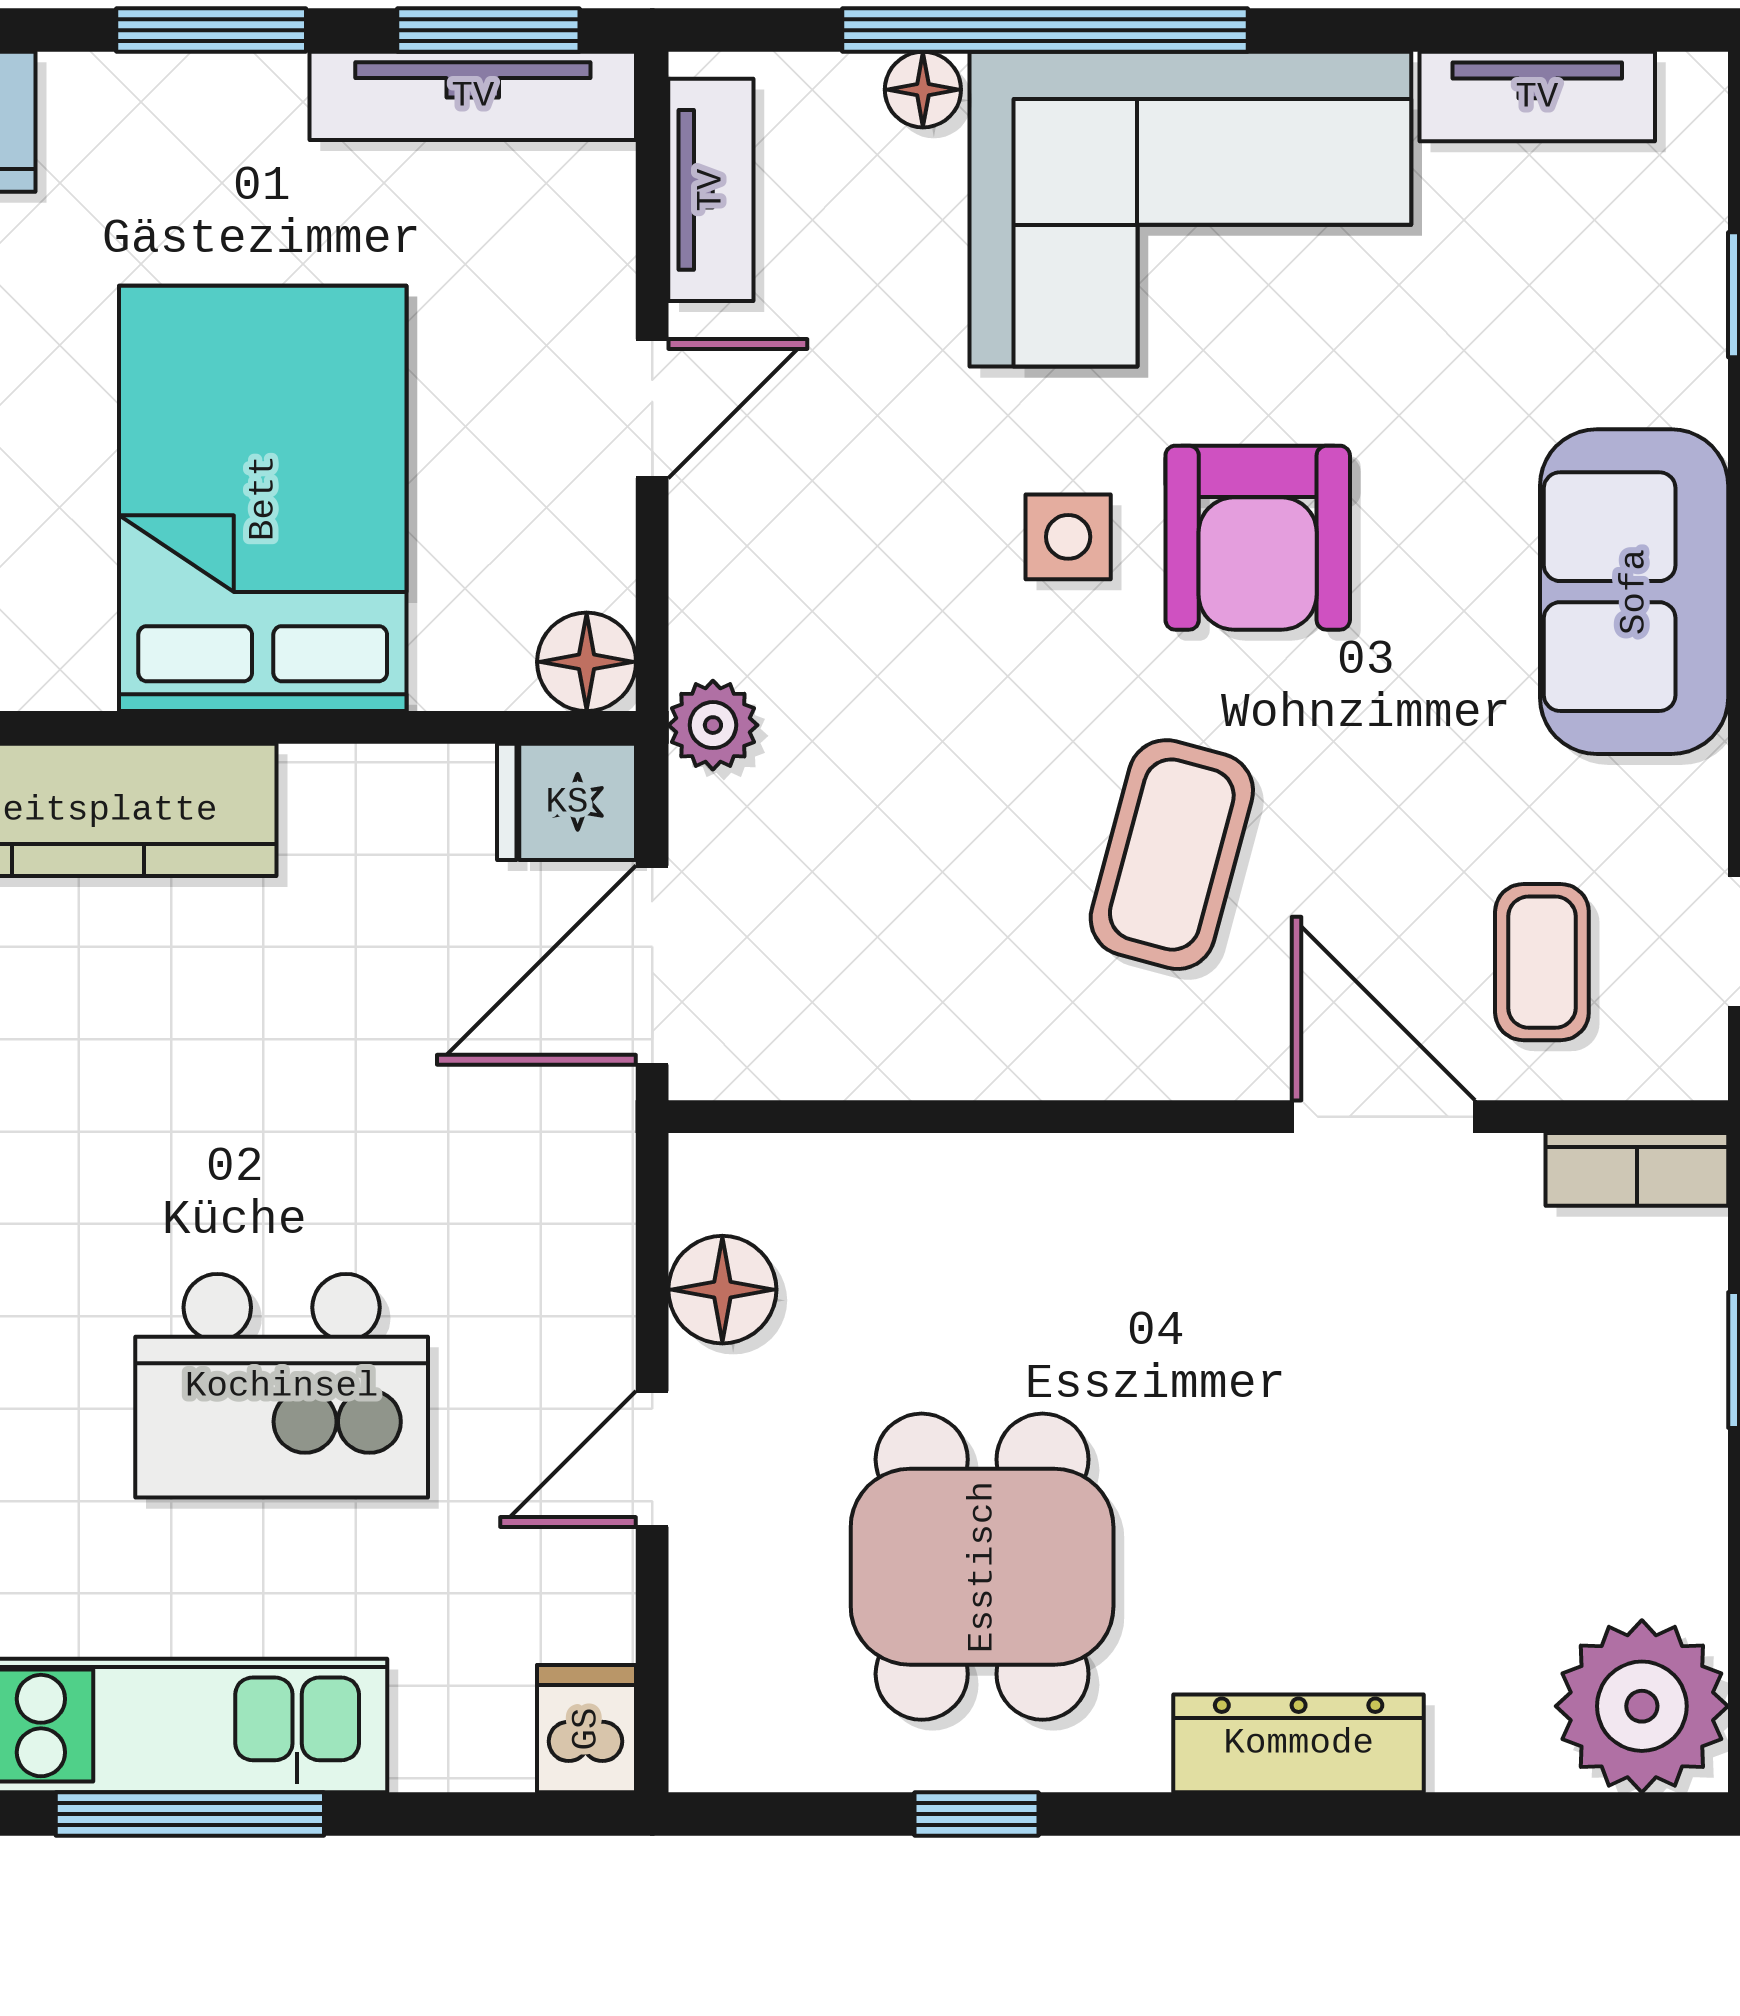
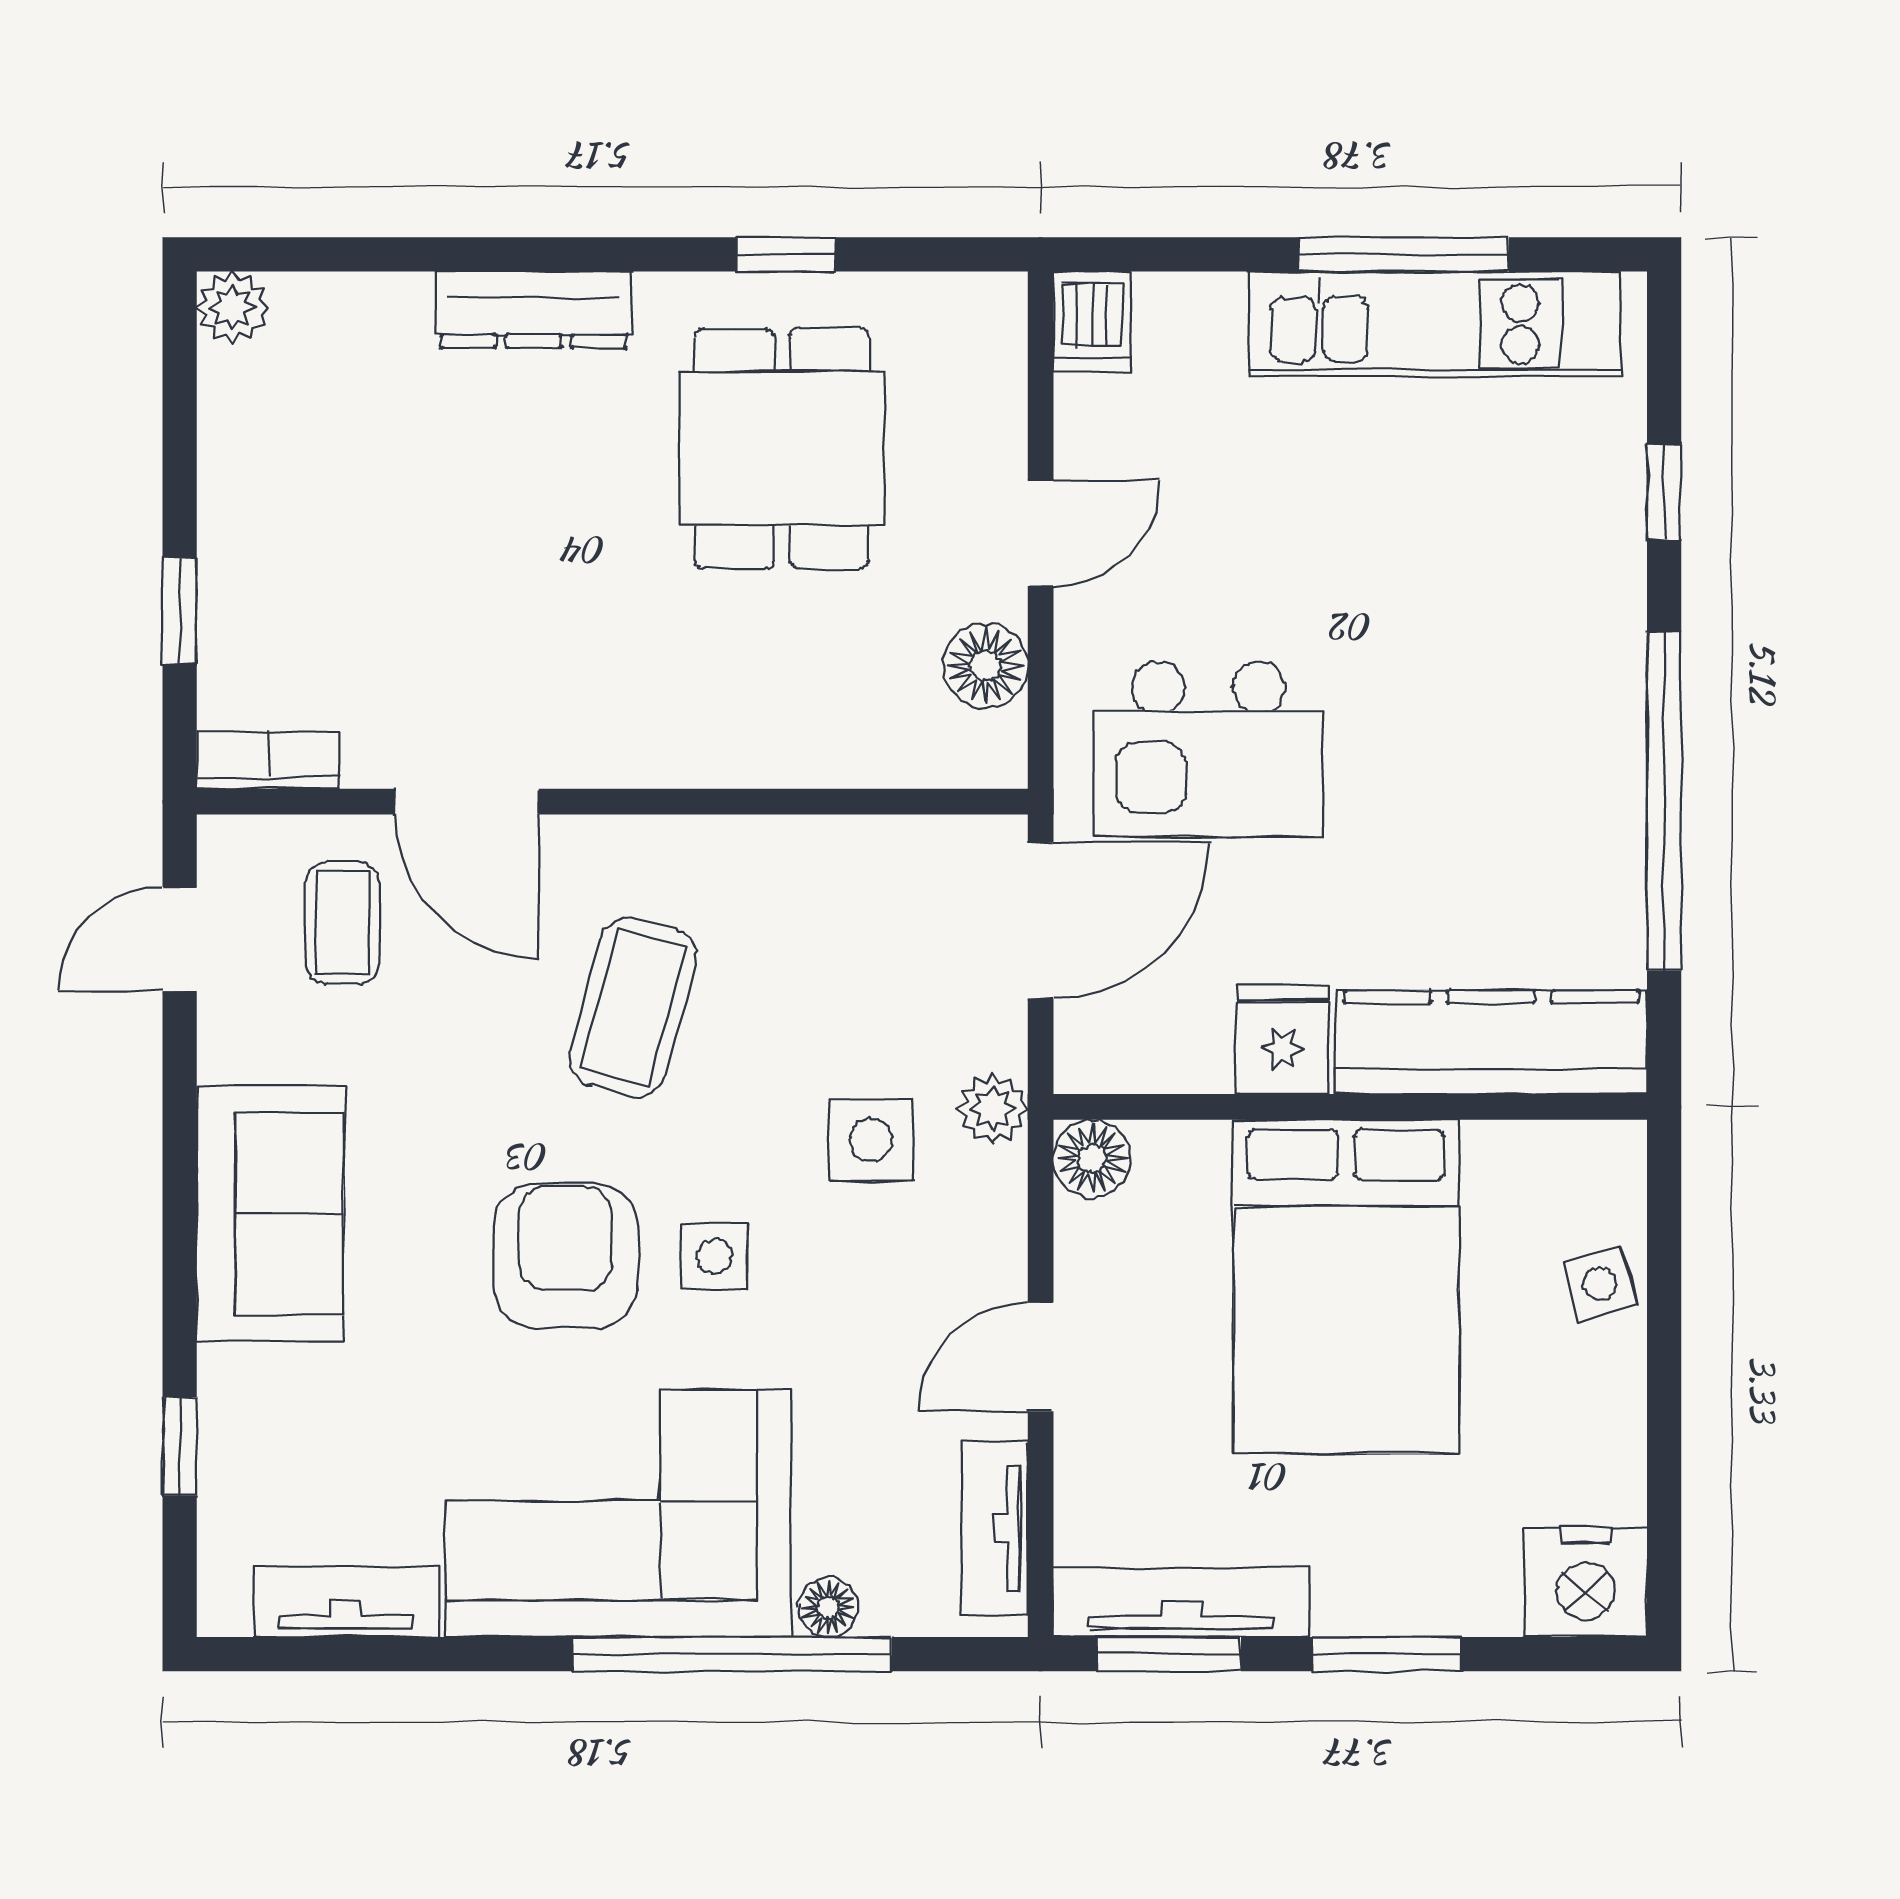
side table: (868, 686) -> (871, 1140), added
fridge: (567, 802) -> (1283, 1040), moved, turned -90
kitchen island: (282, 1386) -> (1209, 749), moved, turned 180
plant: (1642, 1706) -> (233, 307), width x0.53, depth x0.53

